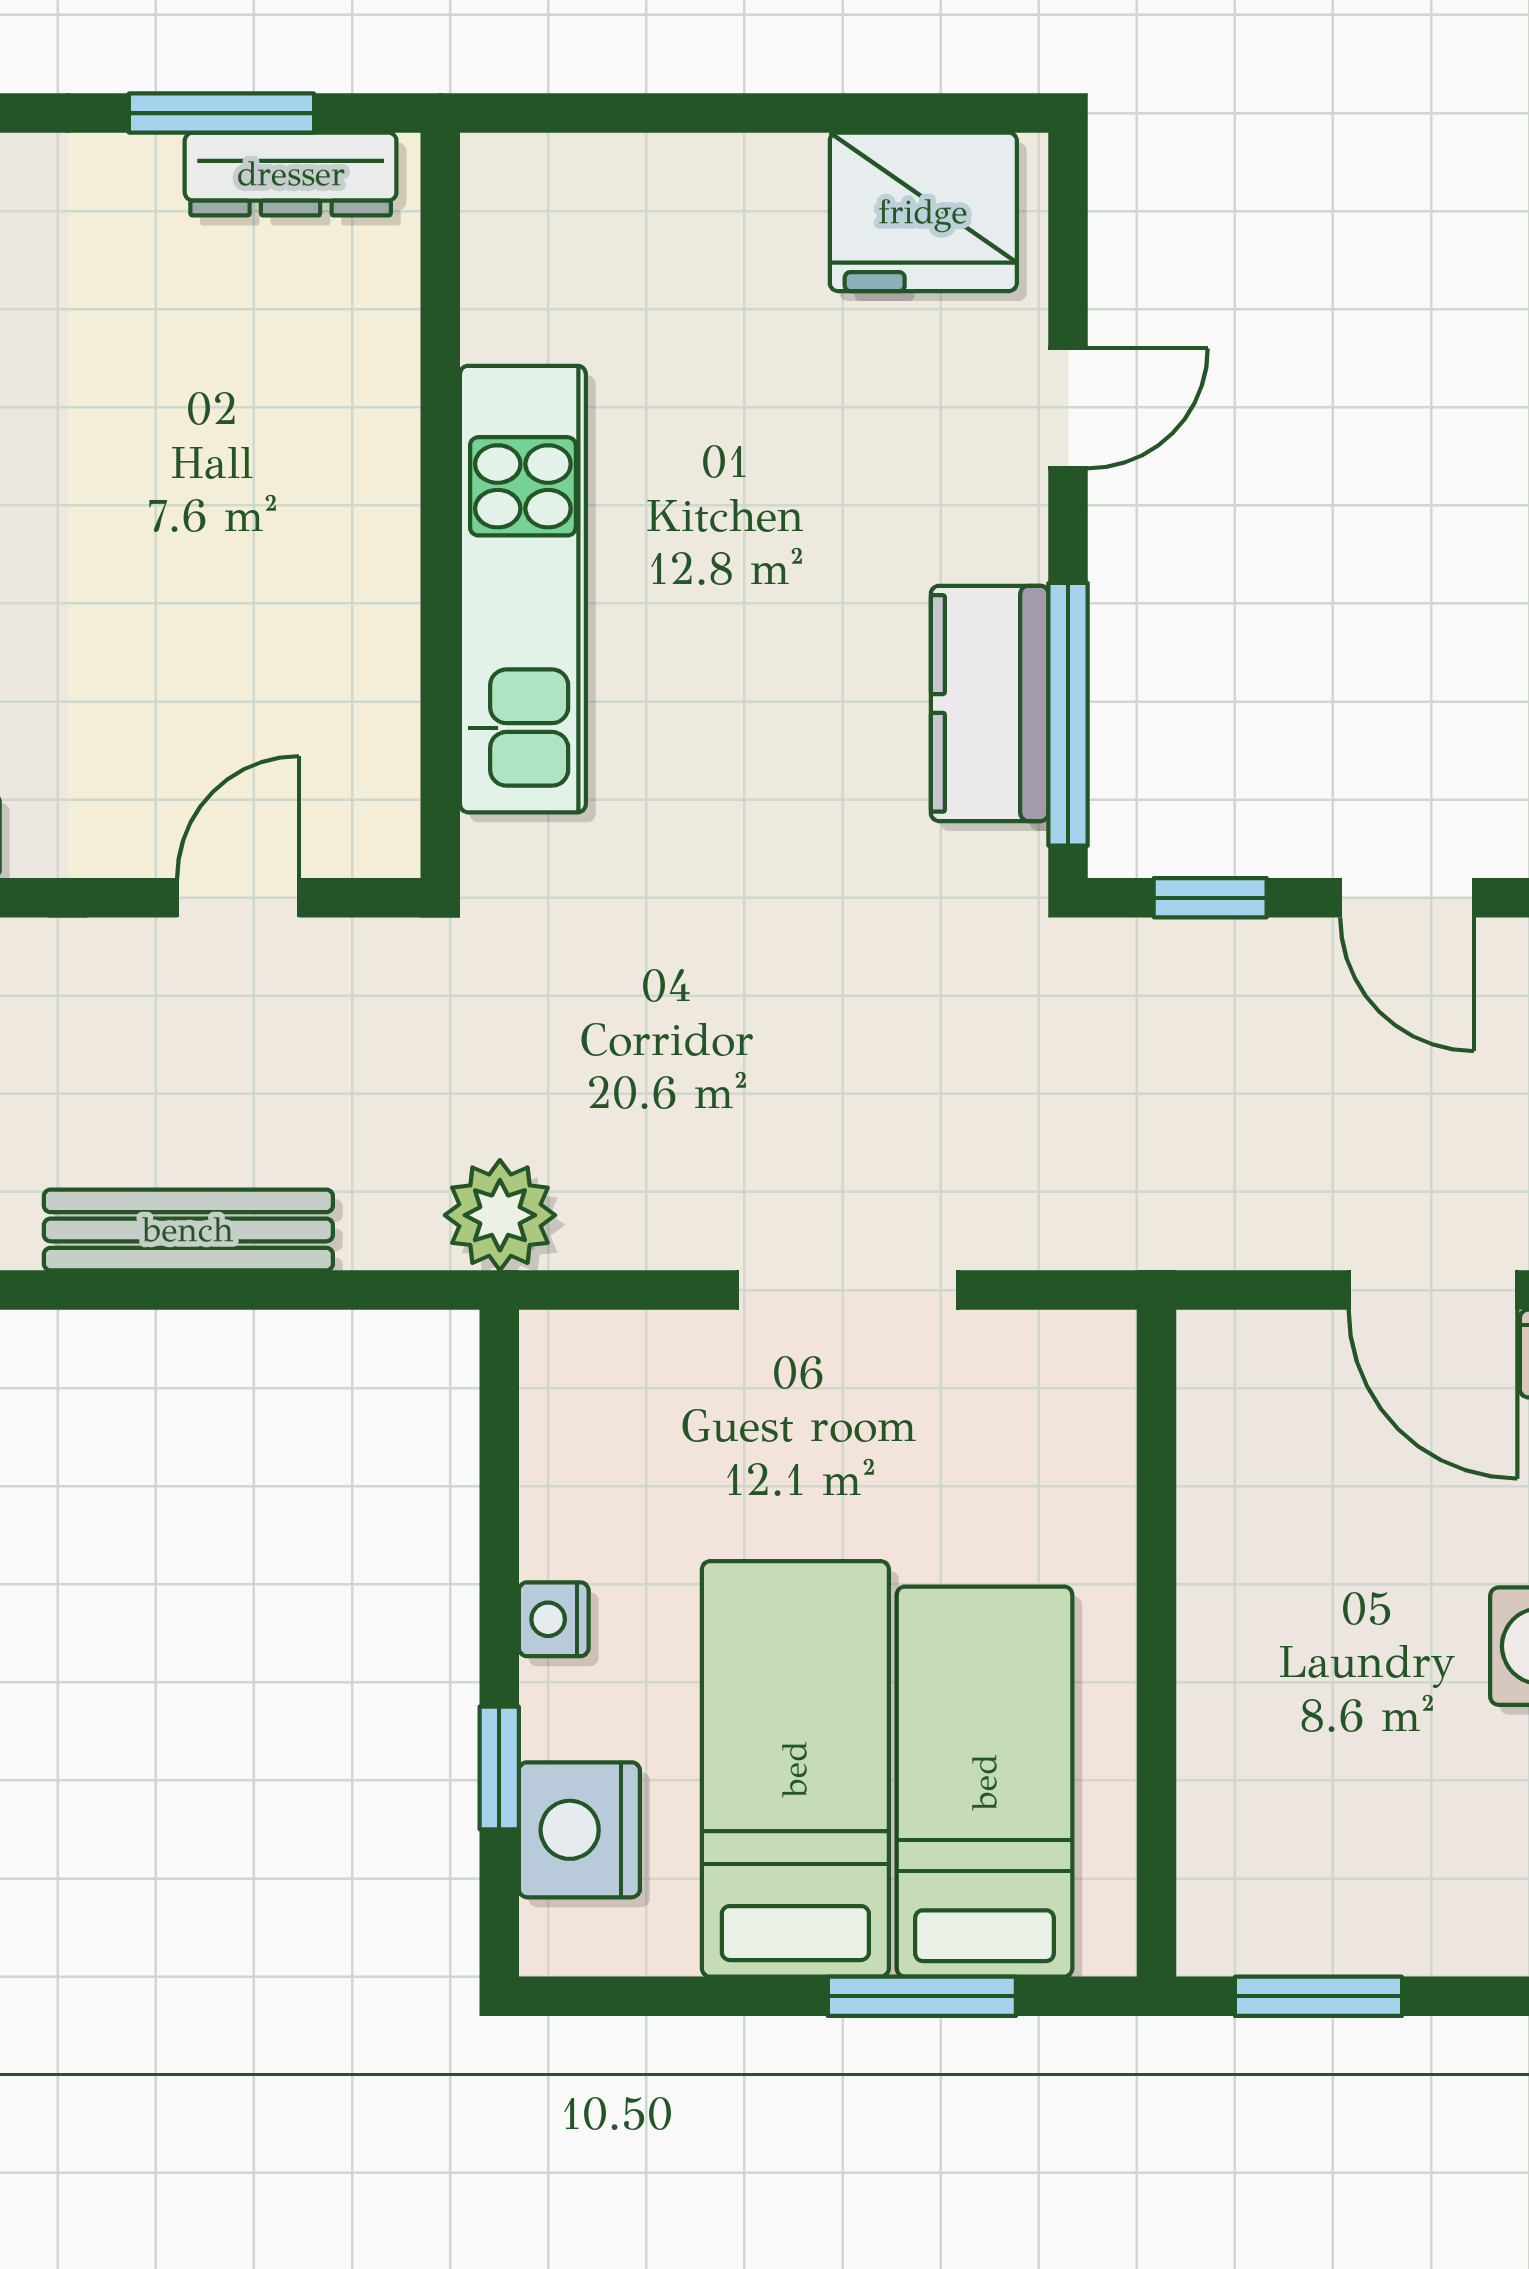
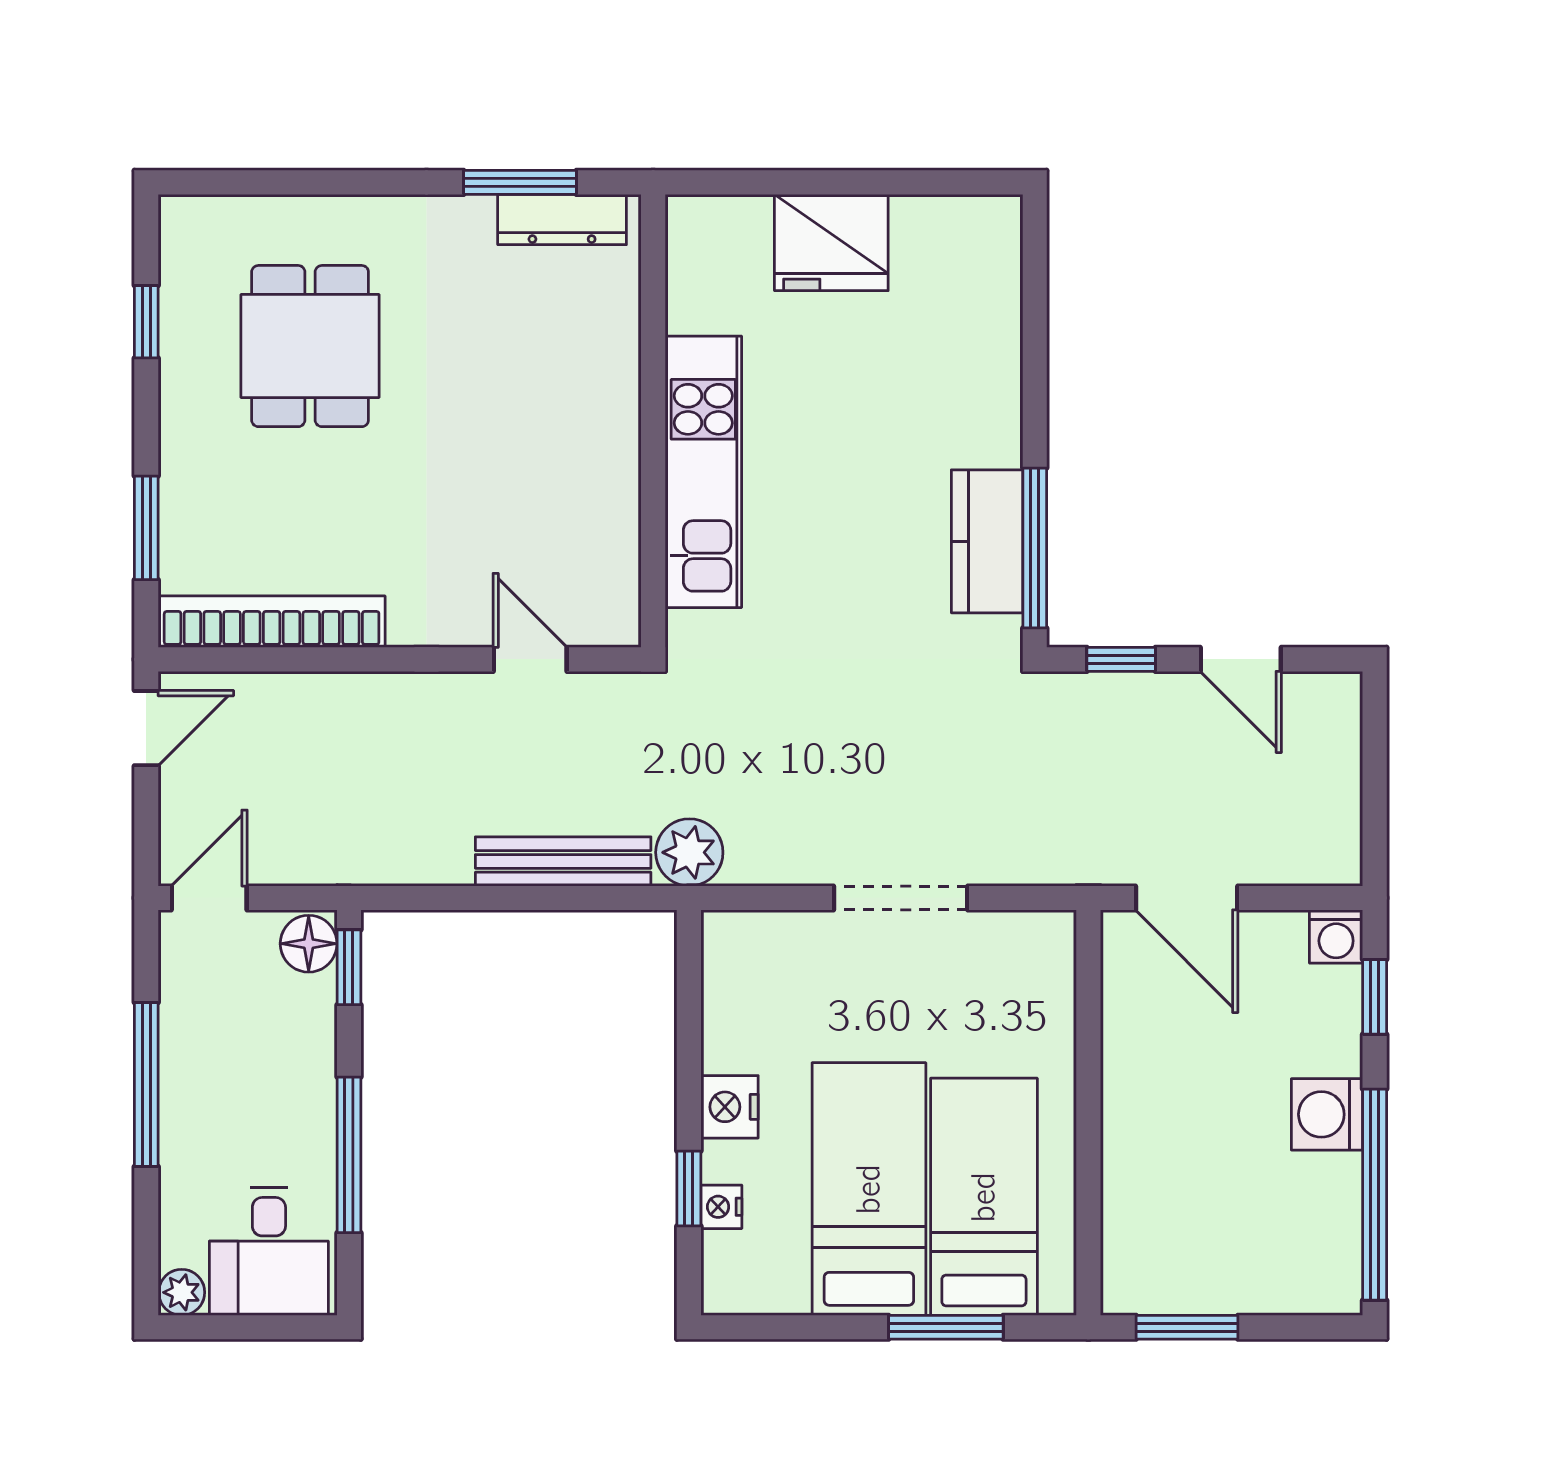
fridge: (923, 212) -> (831, 242), moved
door: (1068, 408) -> (1035, 362), removed
door: (238, 898) -> (530, 659), hinge flipped
bench: (188, 1230) -> (563, 861), moved
door: (1433, 1290) -> (1187, 898), moved
nightstand: (554, 1619) -> (729, 1107), width x1.39, depth x1.35
nightstand: (579, 1830) -> (721, 1207), width x0.53, depth x0.56

